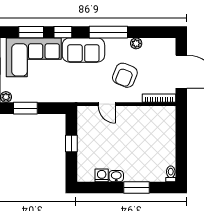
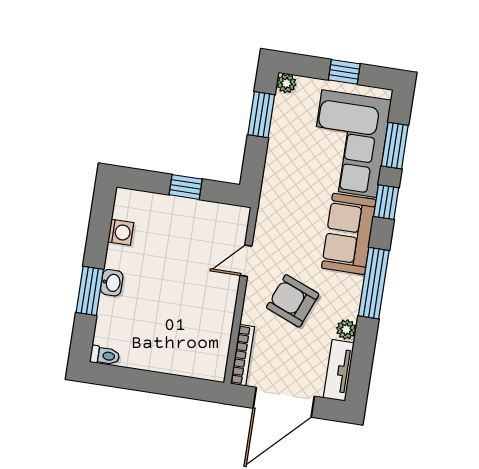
tv unit: (159, 44) -> (339, 370), added
washbasin: (116, 176) -> (112, 283), moved

